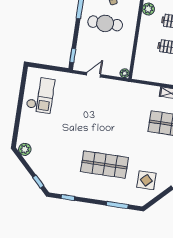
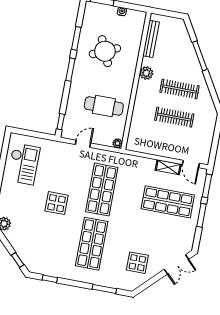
cafe table: (105, 23) -> (104, 106), moved
shop shelf: (112, 115) -> (102, 190), added
display table: (72, 129) -> (57, 203), added
shop shelf: (104, 165) -> (92, 244), turned 90

